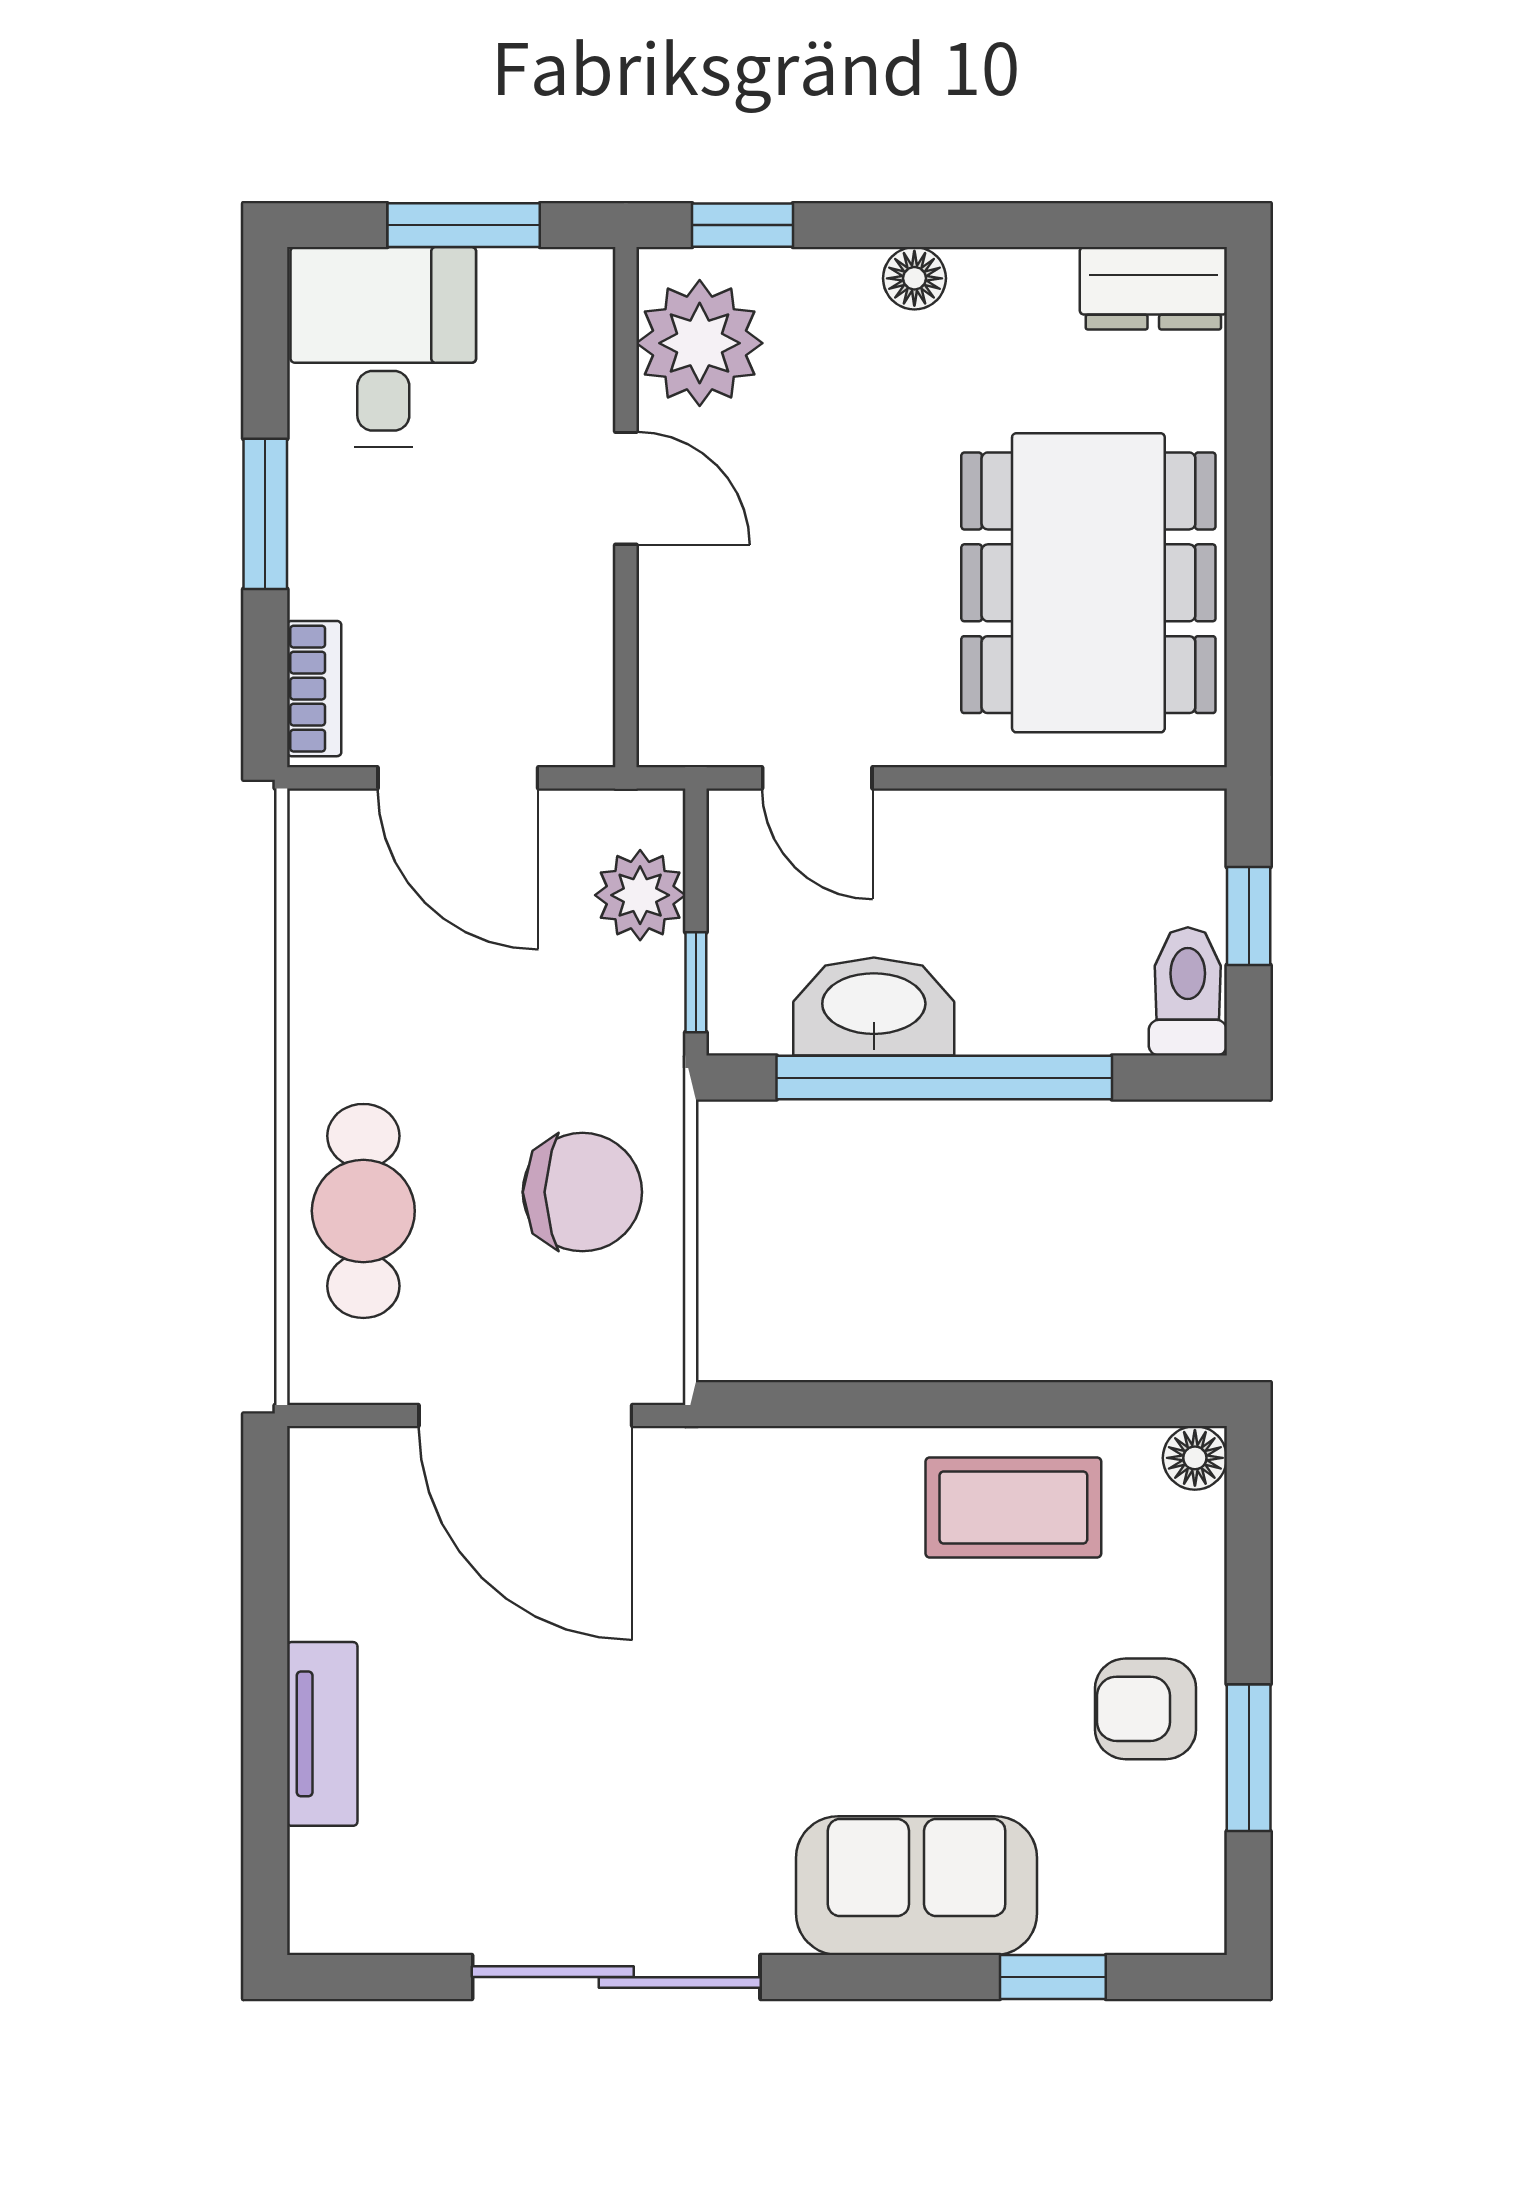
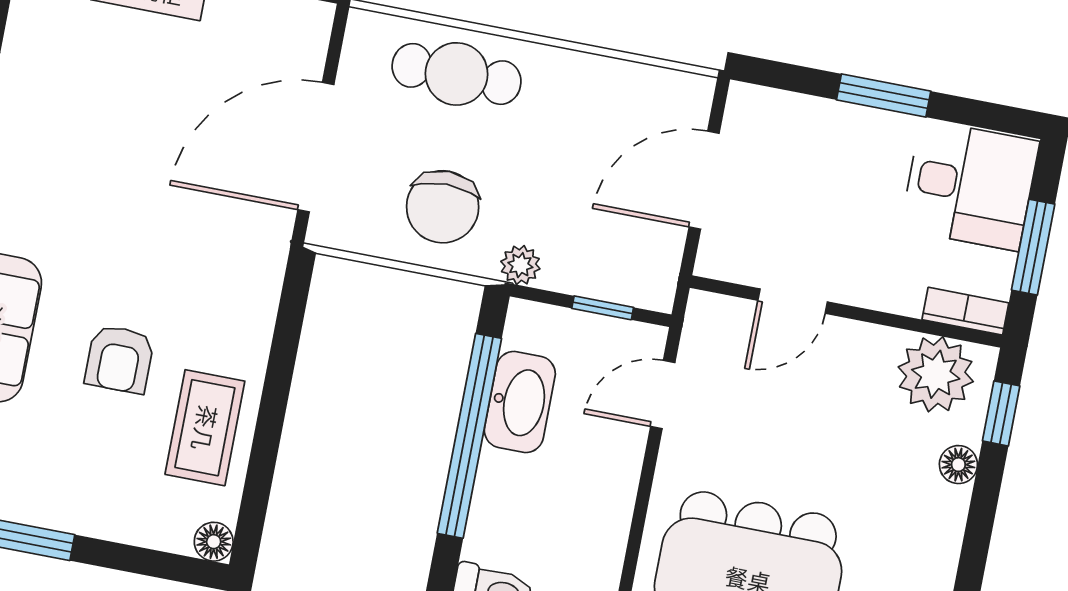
floor lamp: (914, 278) -> (958, 465), moved
door: (626, 488) -> (793, 301), moved
bookcase: (314, 689) -> (965, 311), moved, turned 180
plant: (640, 895) -> (520, 265), moved, width x0.73, depth x0.73
window: (696, 982) -> (603, 308), moved
armchair: (1146, 1709) -> (119, 359), moved, turned 180

